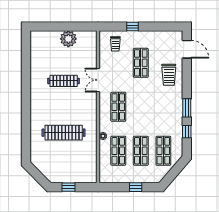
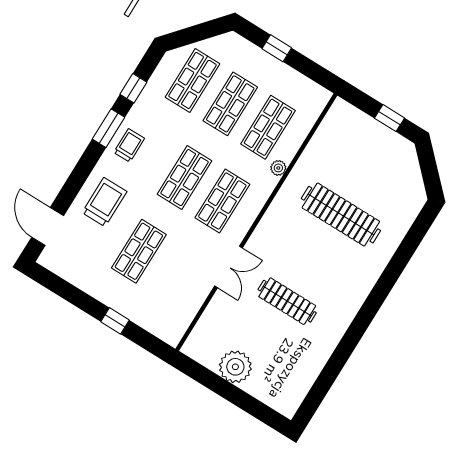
trolley: (115, 44) -> (129, 145), moved
shop shelf: (141, 107) -> (185, 178), added

